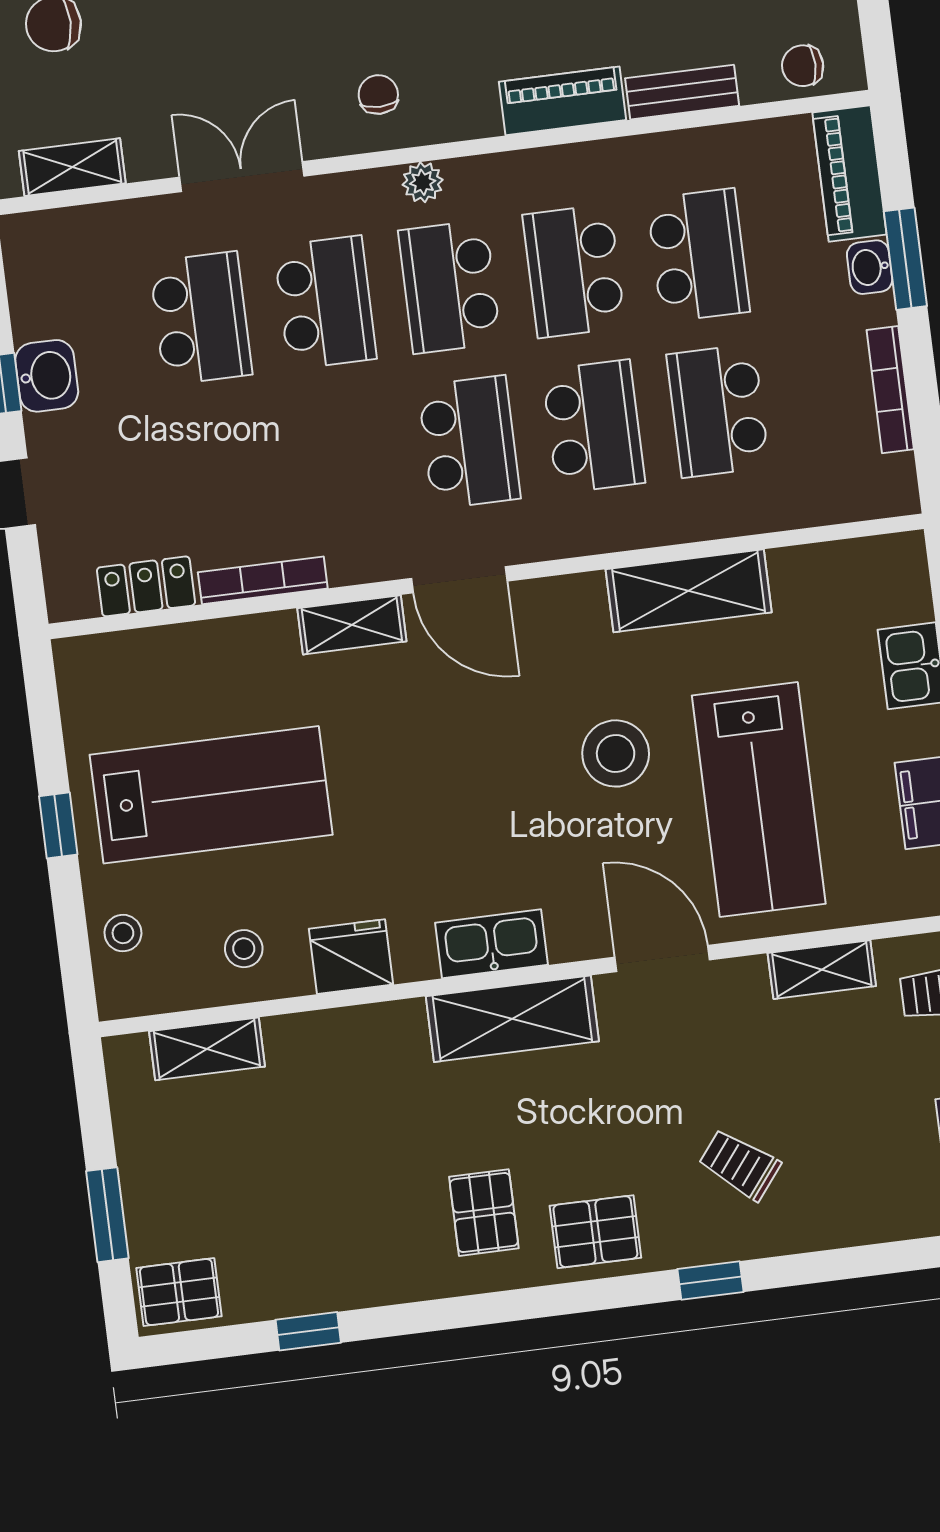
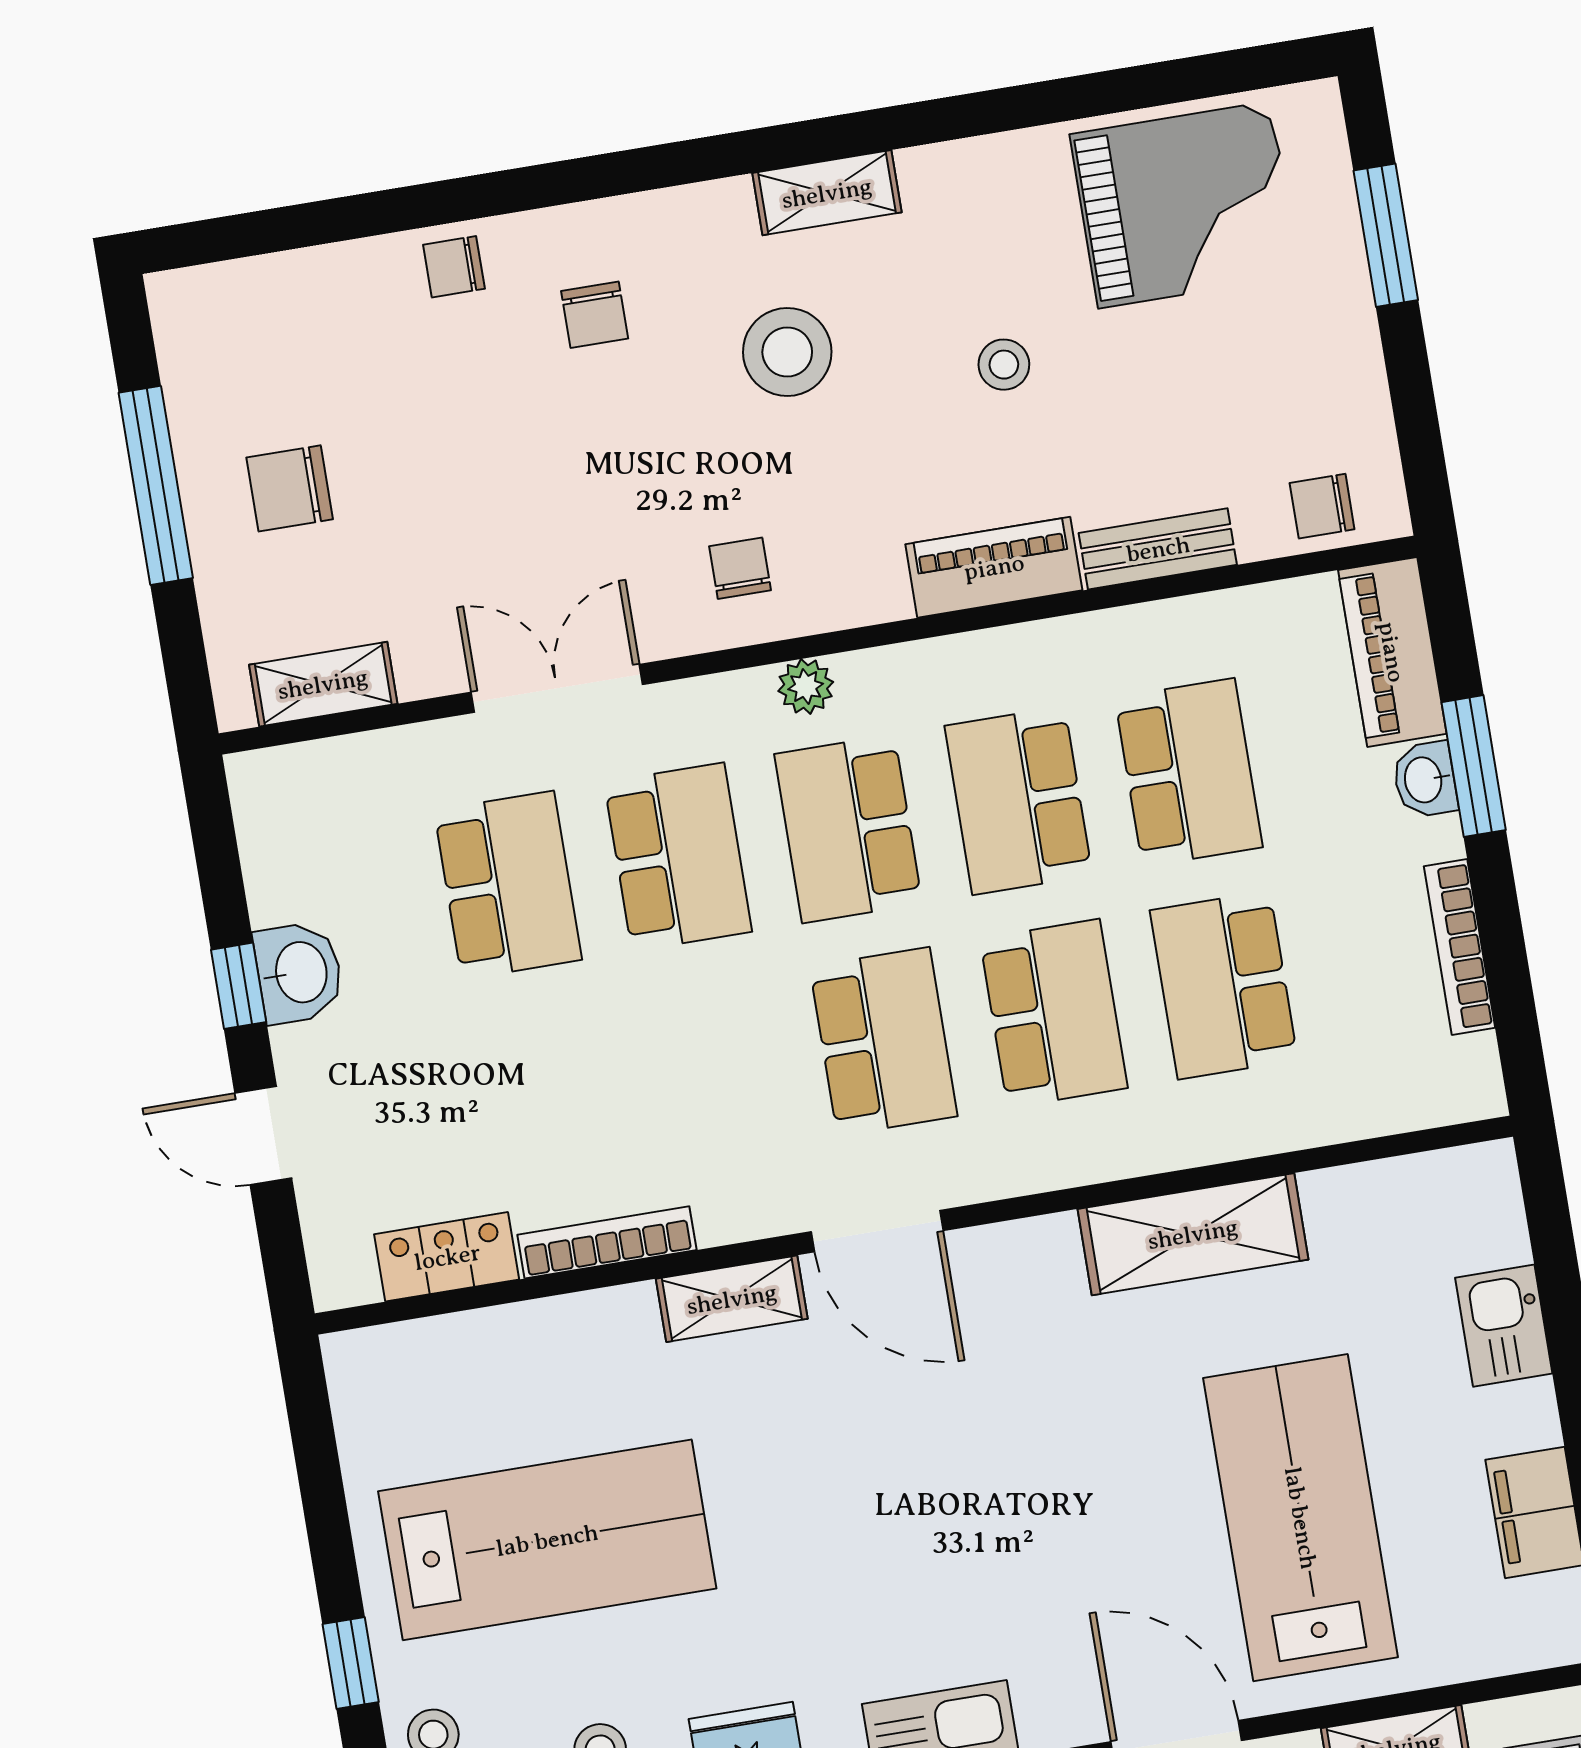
stool: (616, 753) -> (1101, 1462), removed
lab bench: (759, 800) -> (1301, 1518), turned 180
window: (58, 825) -> (351, 1663), moved

